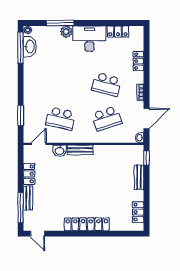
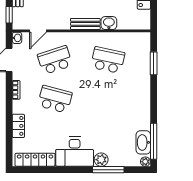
locker: (118, 32) -> (35, 160), width x1.53
door: (39, 144) -> (38, 31), moved

